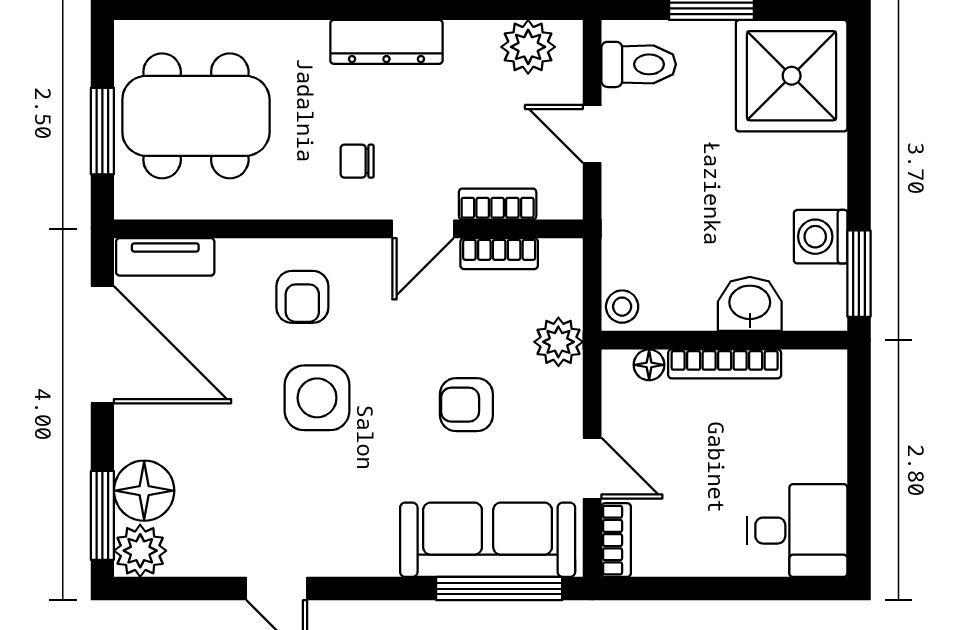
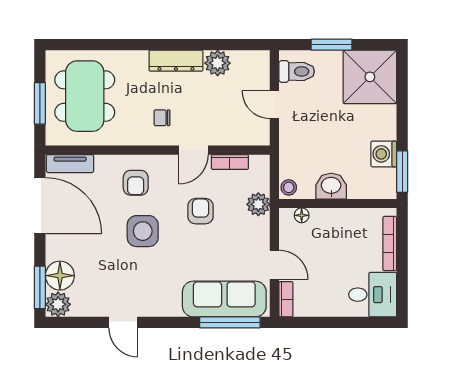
plant: (528, 47) -> (218, 63), moved
dining table: (196, 116) -> (85, 96), turned 90
bookcase: (498, 204) -> (229, 138), removed
washbasin: (750, 304) -> (331, 186), moved
bookcase: (725, 364) -> (390, 244), moved, turned 90
armchair: (466, 405) -> (200, 211), moved, turned 90

